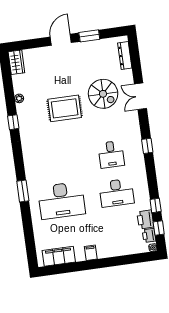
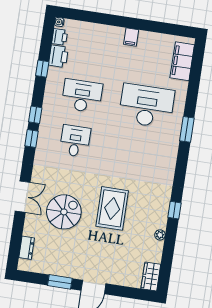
dresser: (125, 55) -> (27, 248), width x0.70
spiral stairs: (103, 94) -> (64, 212), turned 90
rug: (65, 108) -> (112, 208), turned 90
window: (159, 228) -> (35, 115), moved
filing cabinet: (59, 256) -> (182, 61), moved, turned 90

